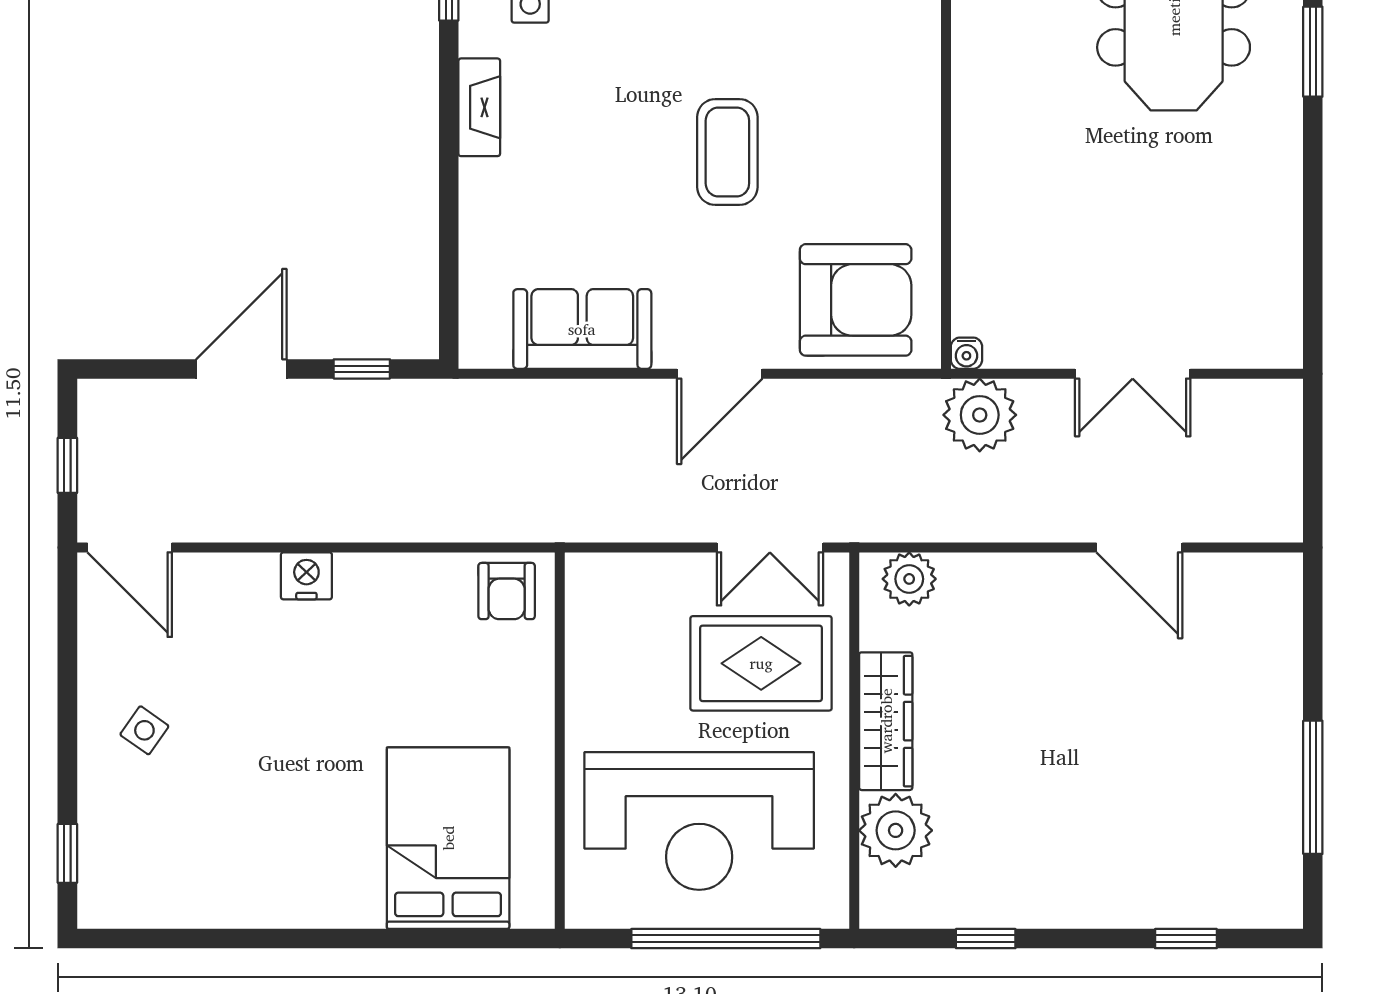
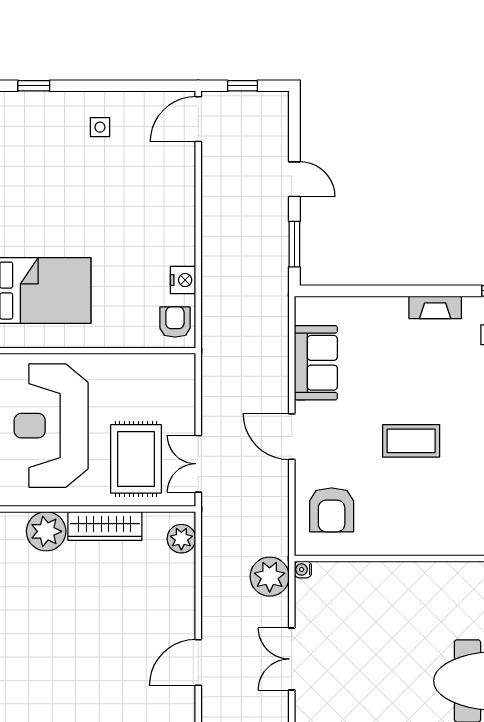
armchair: (856, 300) -> (332, 510), width x0.73, depth x0.73
door: (241, 369) -> (294, 179), width x0.73
window: (362, 369) -> (294, 244), width x1.50
nightstand: (306, 576) -> (183, 280), moved
armchair: (507, 591) -> (175, 322), turned 90
side table: (144, 730) -> (100, 127), turned -35

